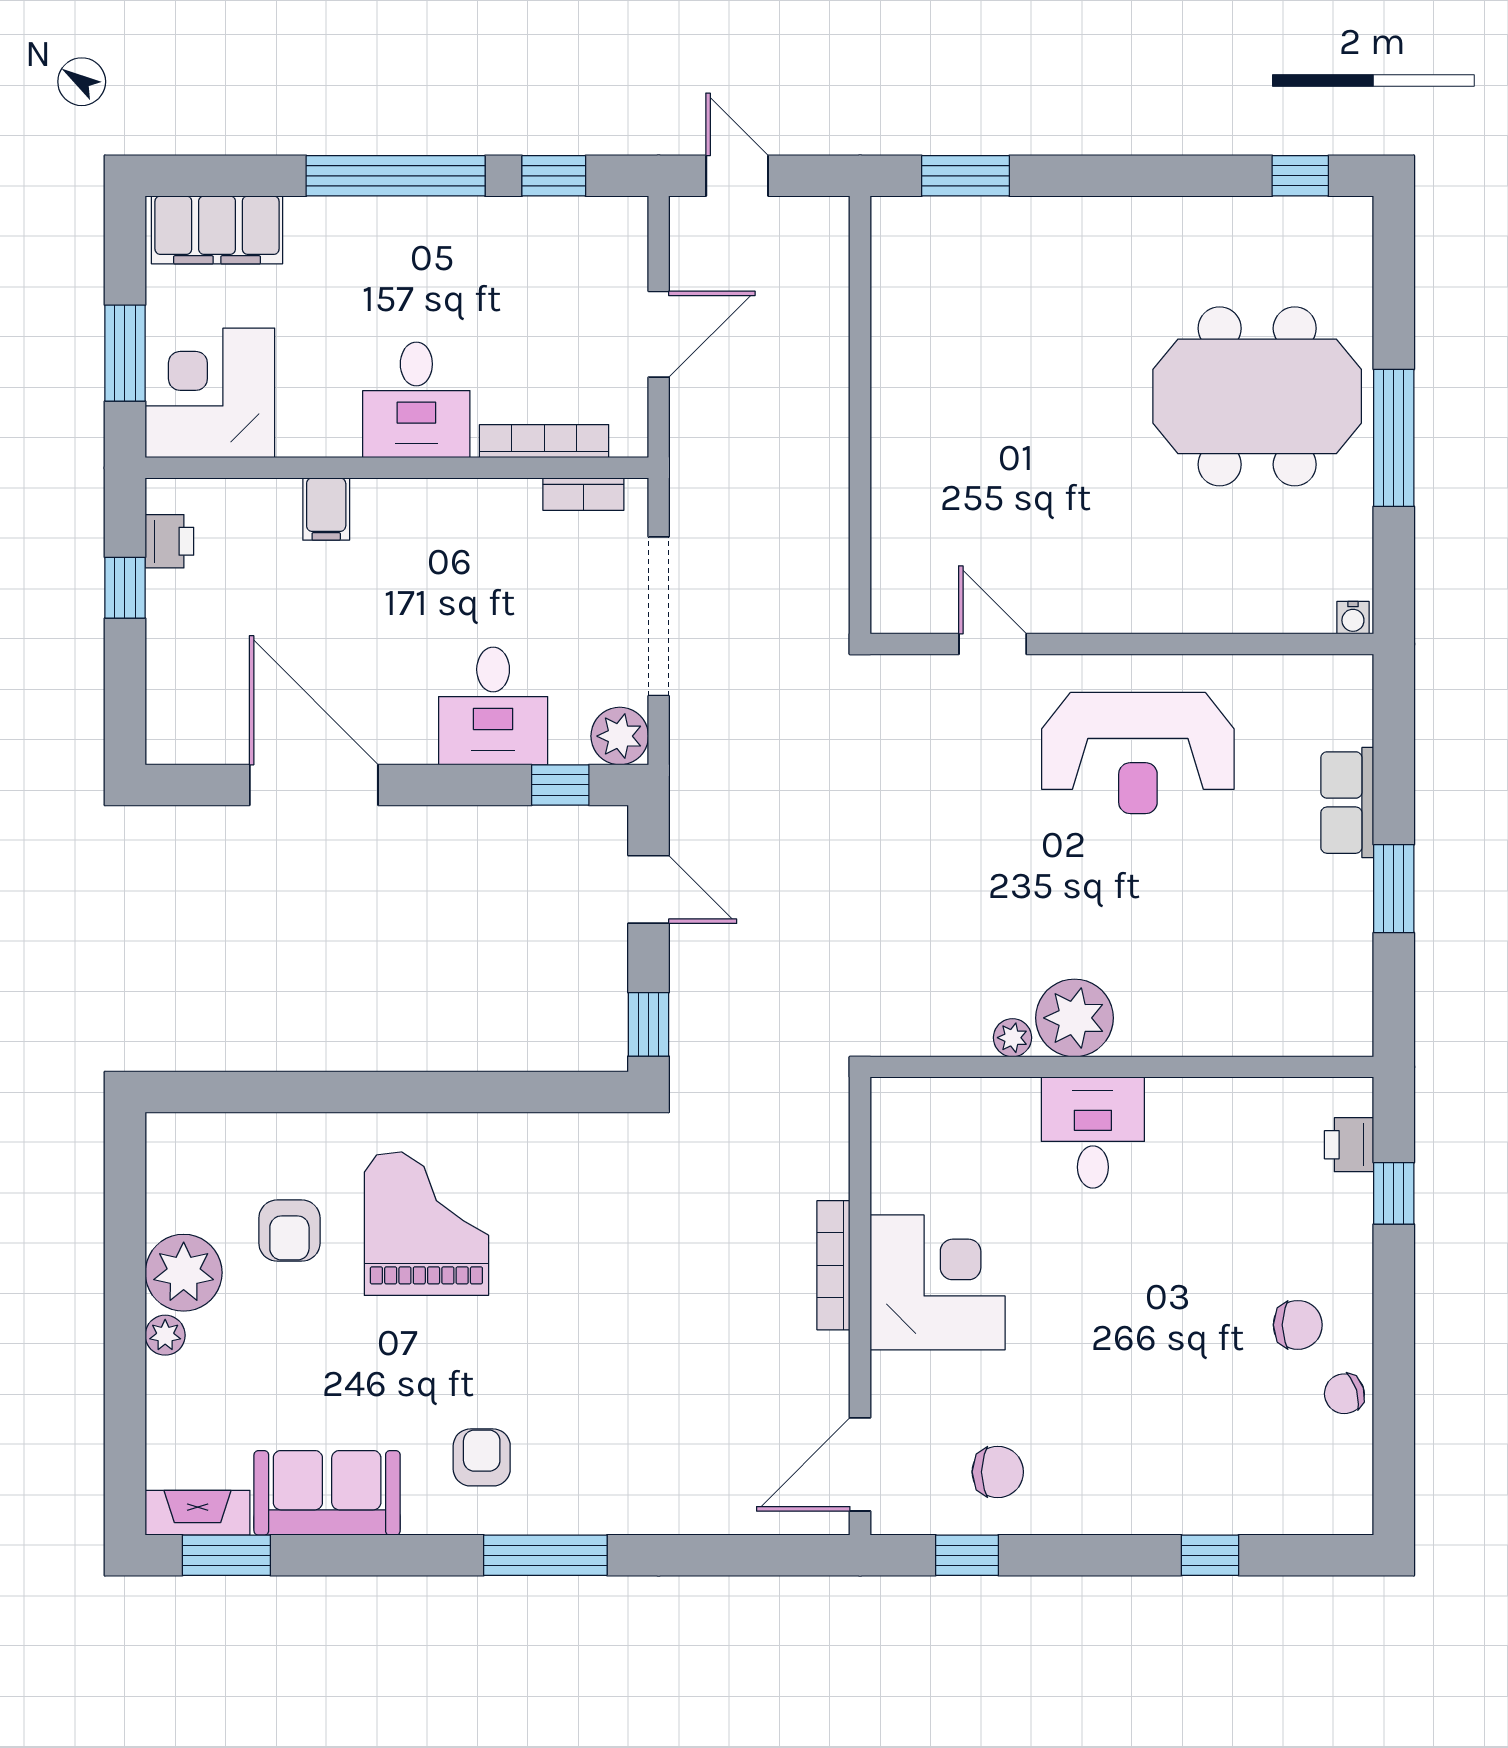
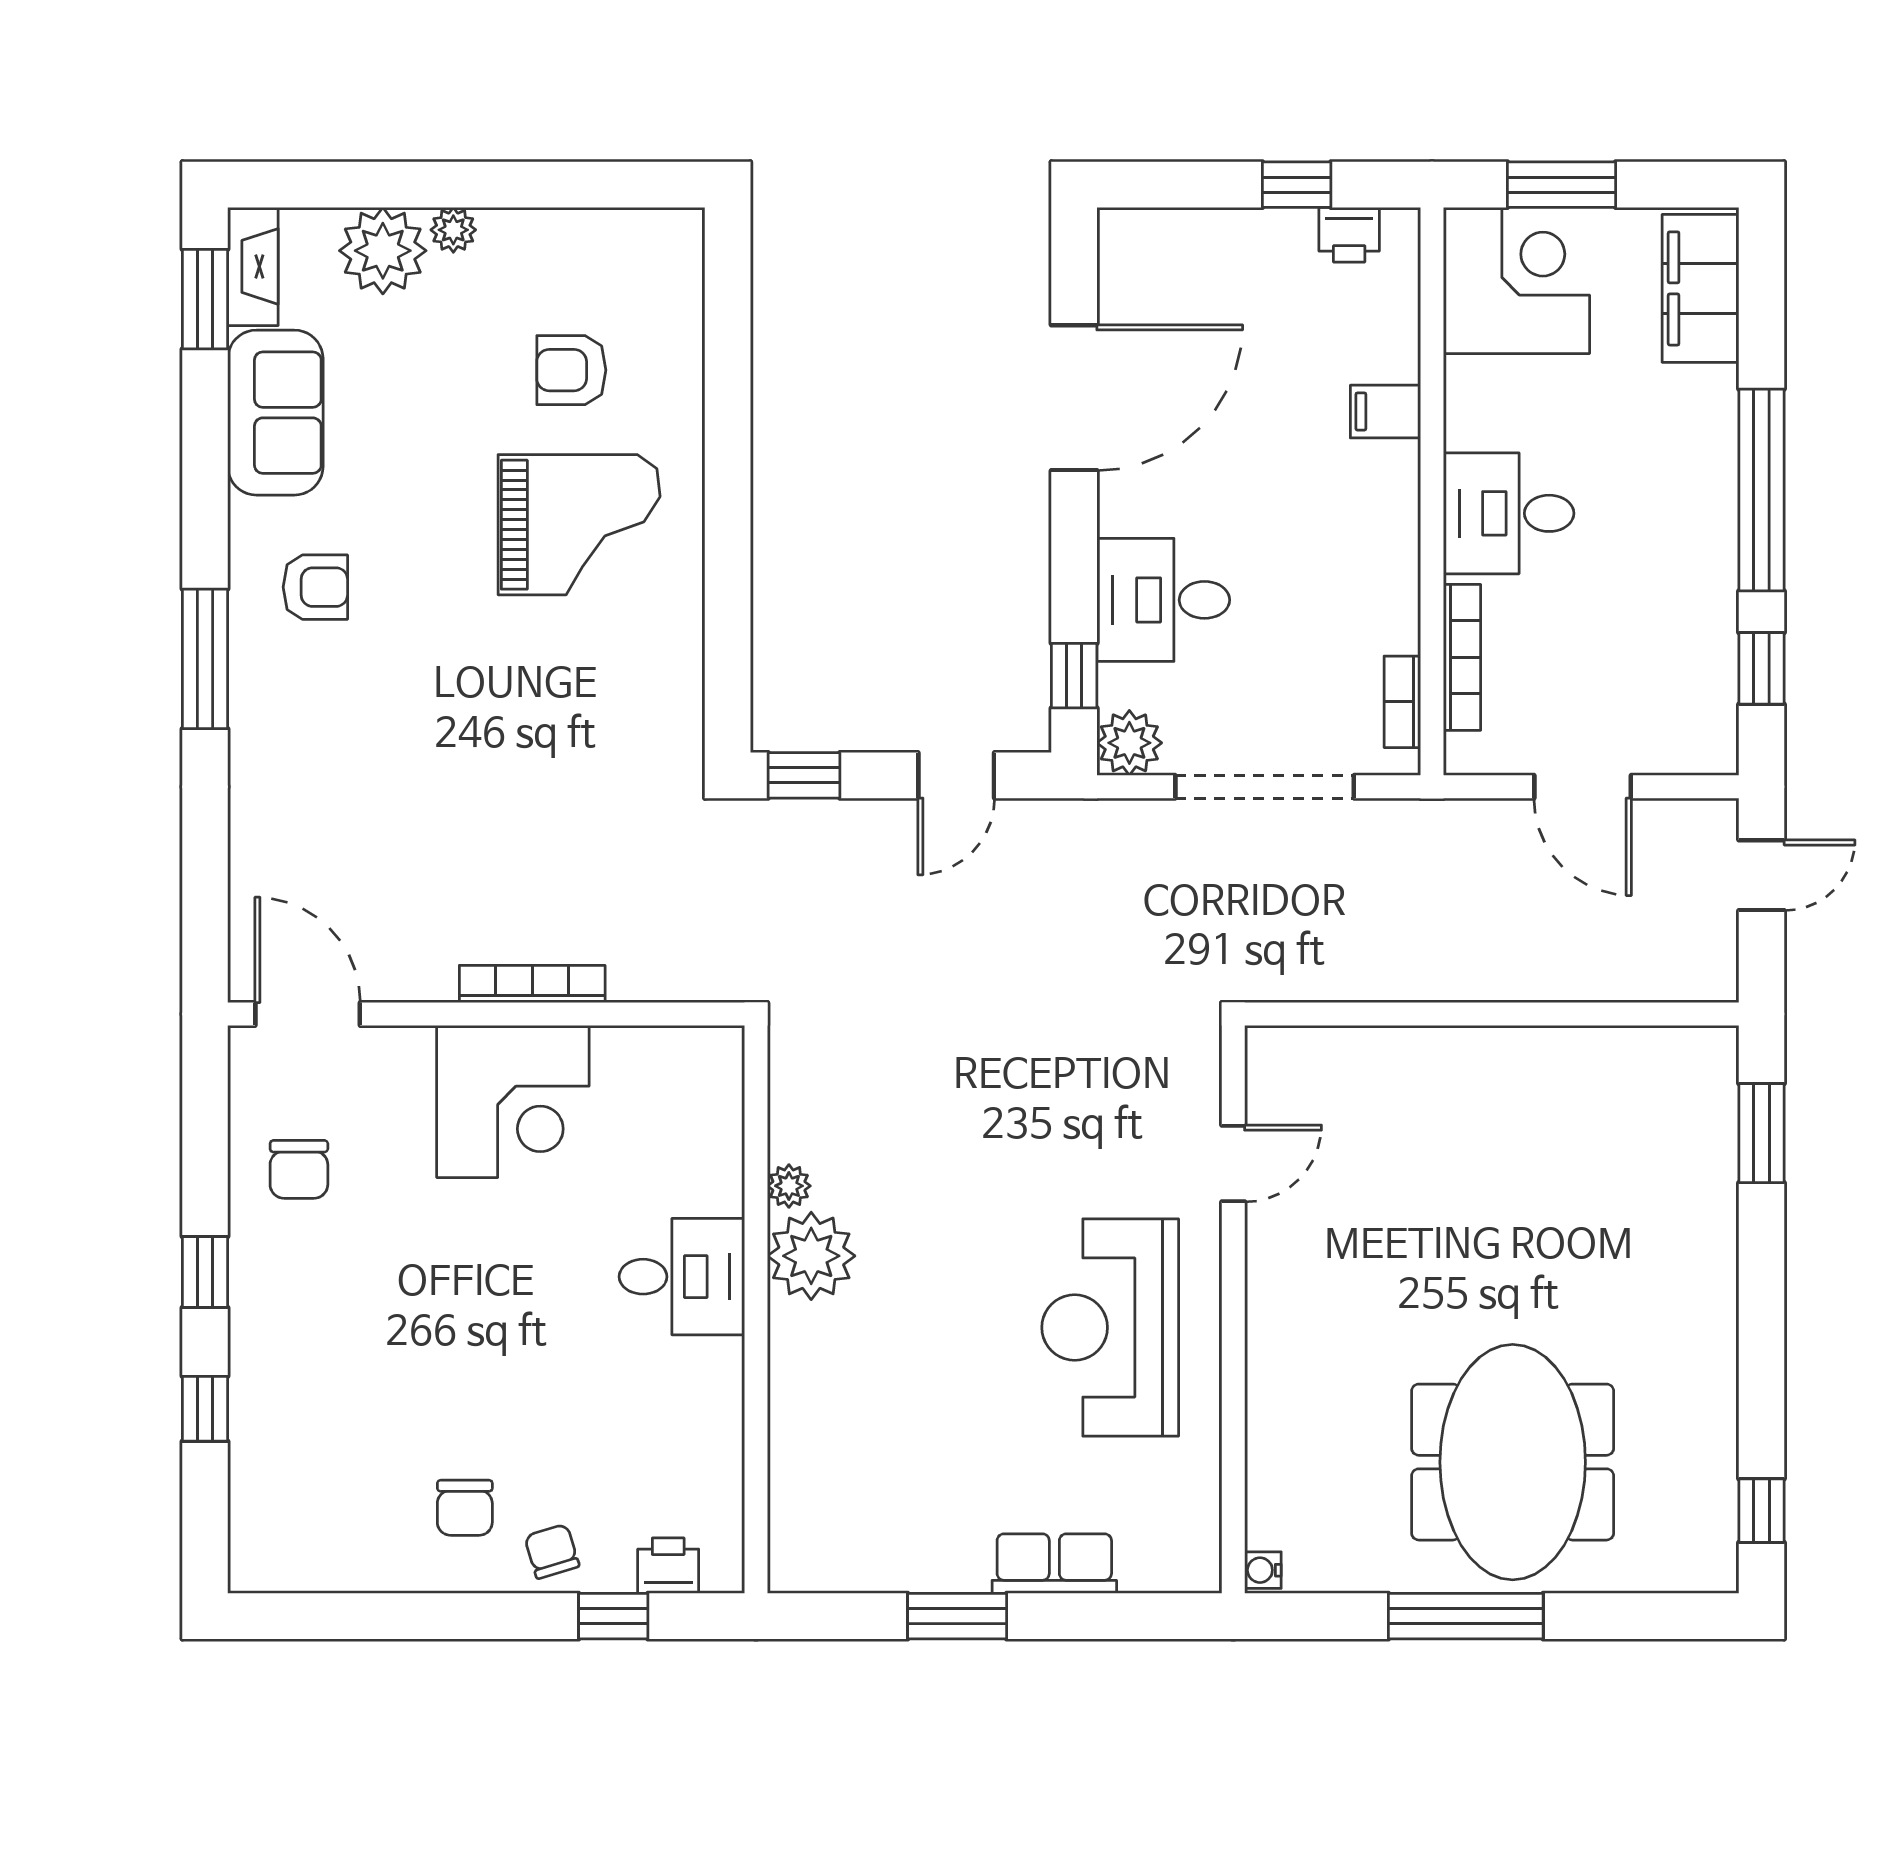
plant: (184, 1273) -> (383, 251), moved
chair: (1344, 1394) -> (552, 1551), moved
window: (967, 1555) -> (205, 1272), moved

